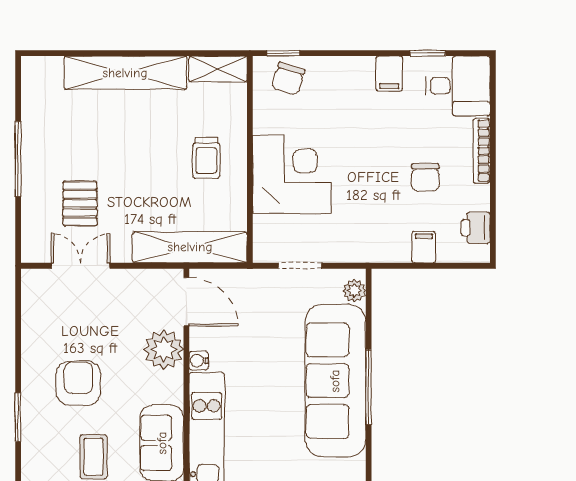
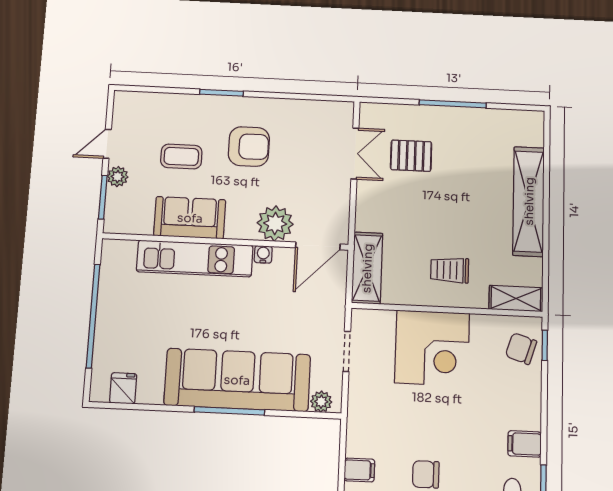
shelving: (218, 69) -> (516, 299), moved, turned 90
shelving: (190, 247) -> (367, 268), width x0.68

